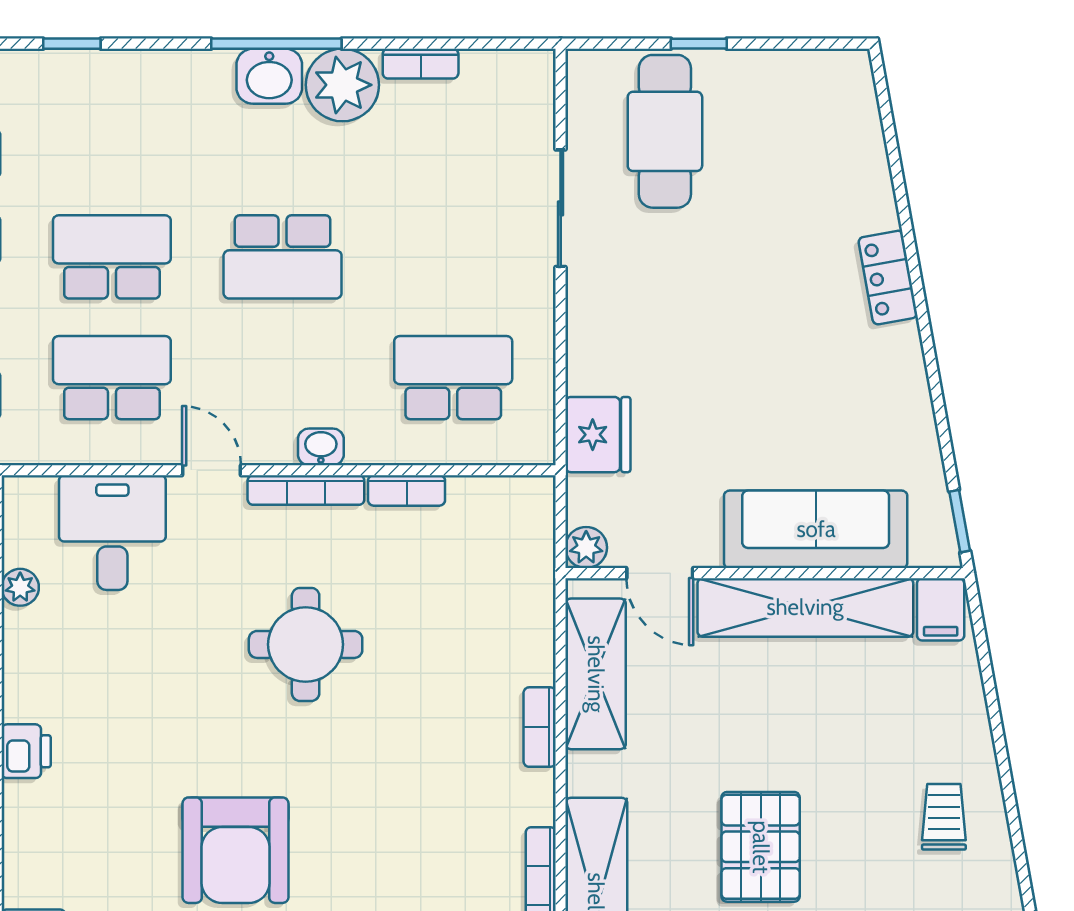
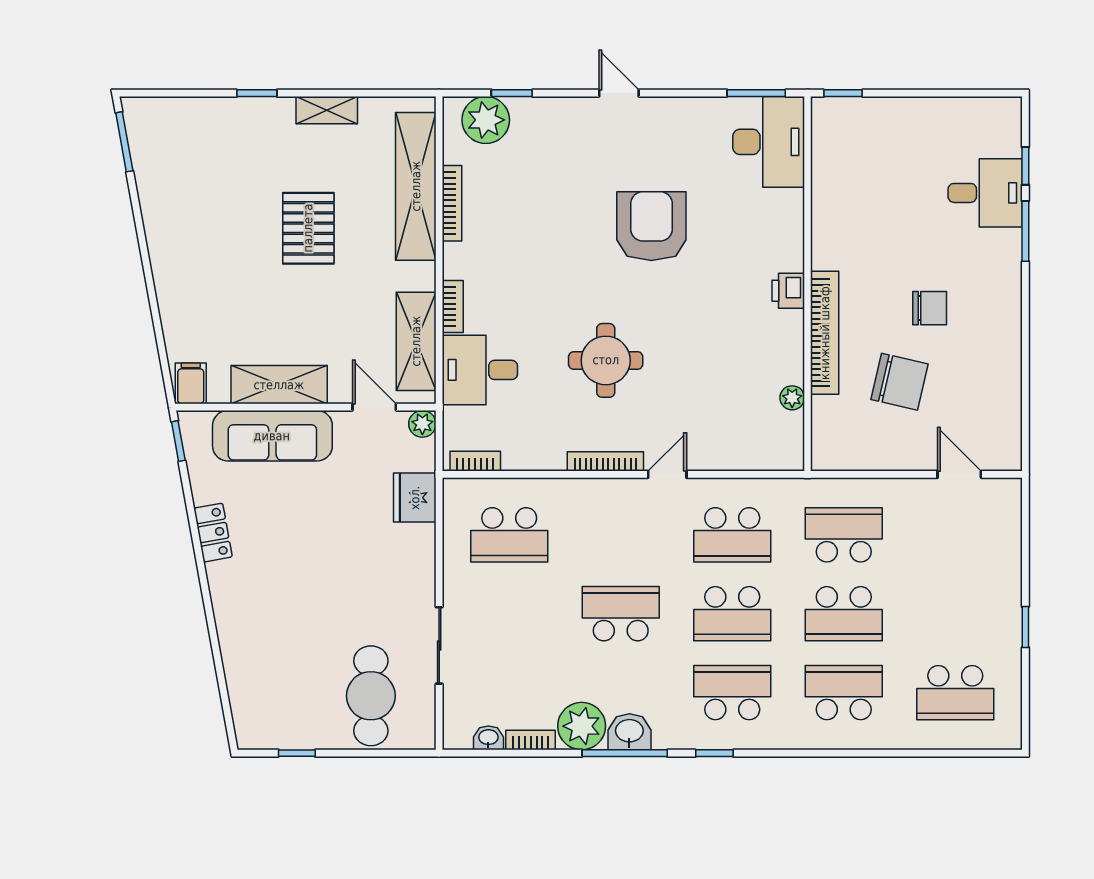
window: (72, 44) -> (714, 753), moved
window: (699, 44) -> (297, 753), moved
school desk: (112, 136) -> (732, 693), added
locker: (888, 278) -> (213, 533), moved
washbasin: (321, 447) -> (488, 738), moved, turned 180
door: (211, 470) -> (667, 474), swing flipped
bookcase: (407, 490) -> (475, 461), moved
desk: (112, 533) -> (480, 370), moved, turned 90
shelving: (805, 607) -> (279, 385), width x0.68
trolley: (944, 817) -> (189, 248), removed

